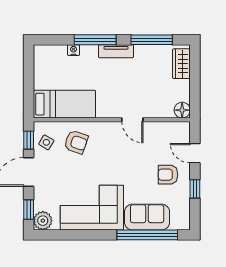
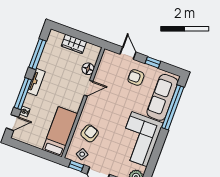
door: (54, 40) -> (12, 123), added
wardrobe: (181, 64) -> (74, 44), moved
floor lamp: (182, 110) -> (88, 69), moved
door: (195, 153) -> (128, 53), swing flipped
armchair: (168, 175) -> (136, 77), turned 90
sofa: (147, 217) -> (162, 97), width x1.36

